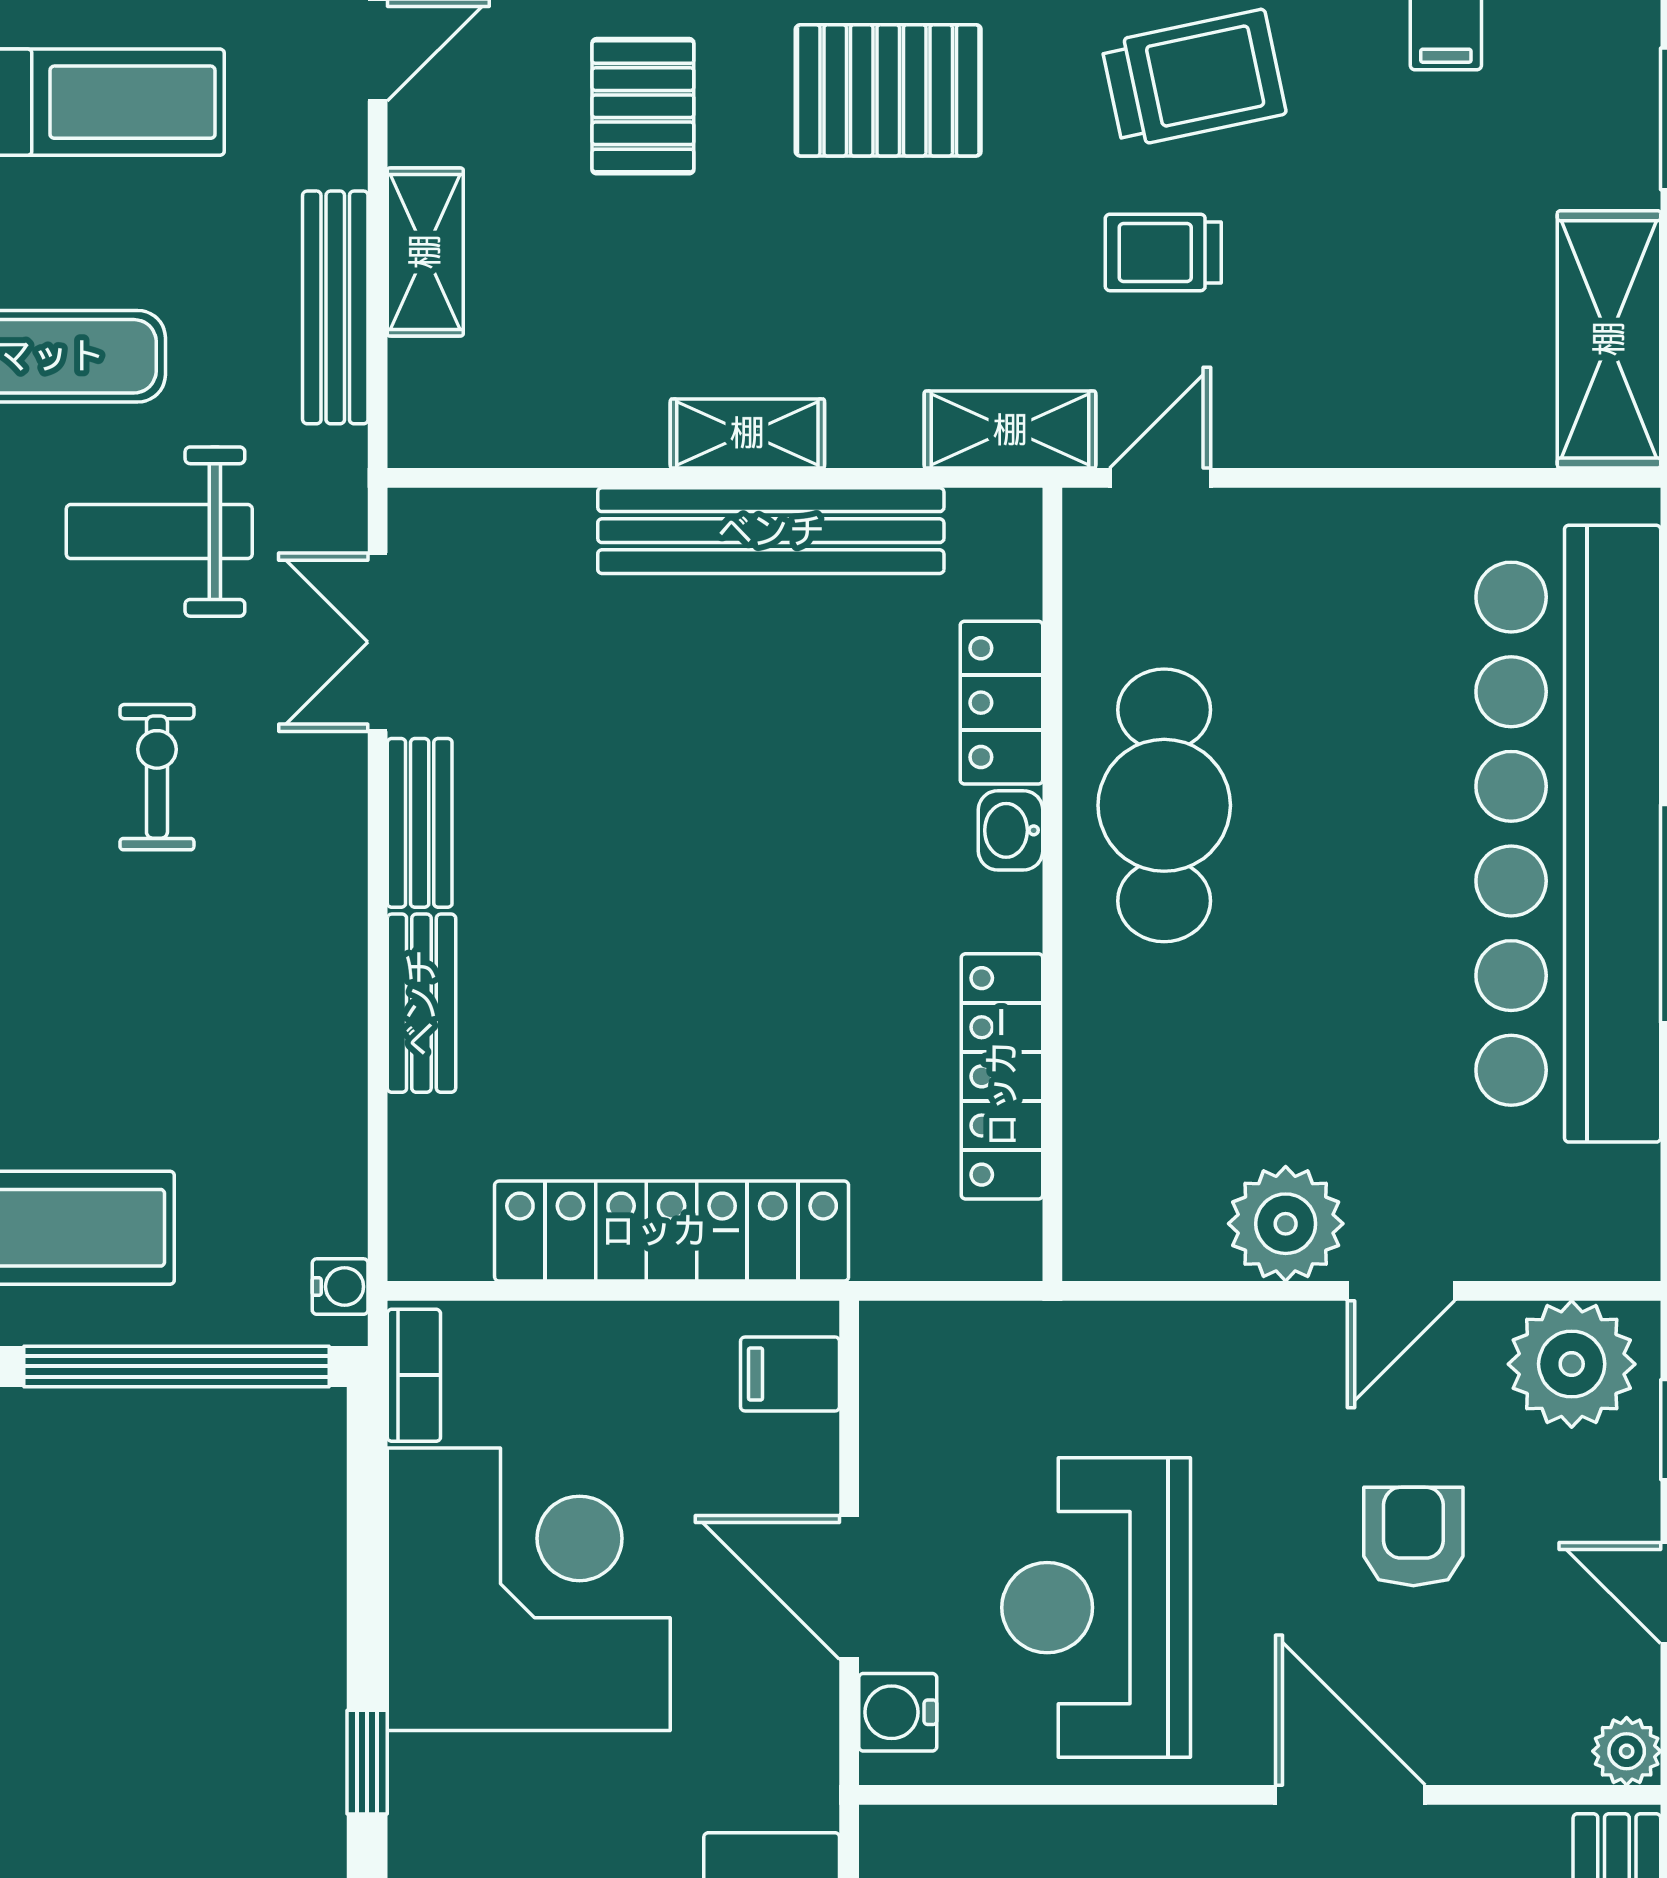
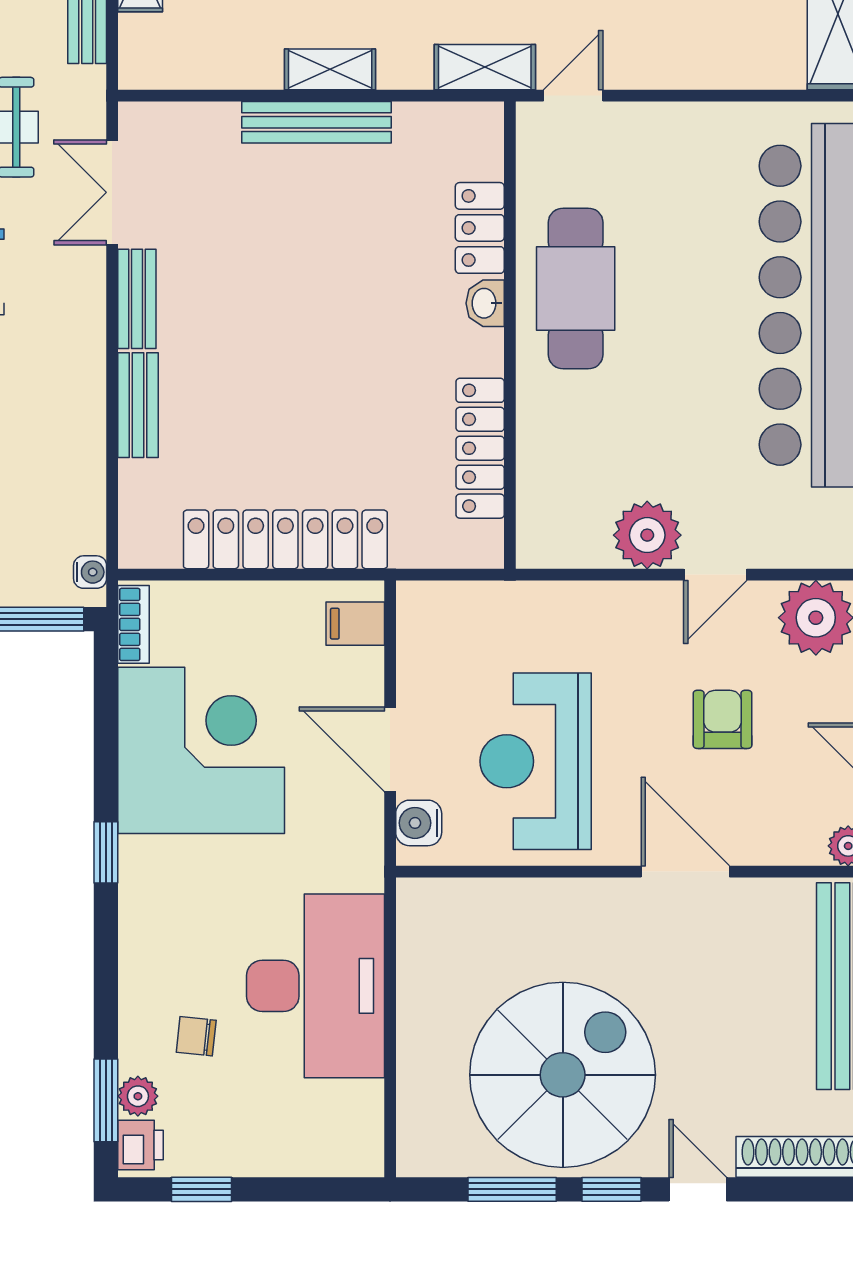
bench: (771, 531) -> (316, 122), width x0.73, depth x0.82

